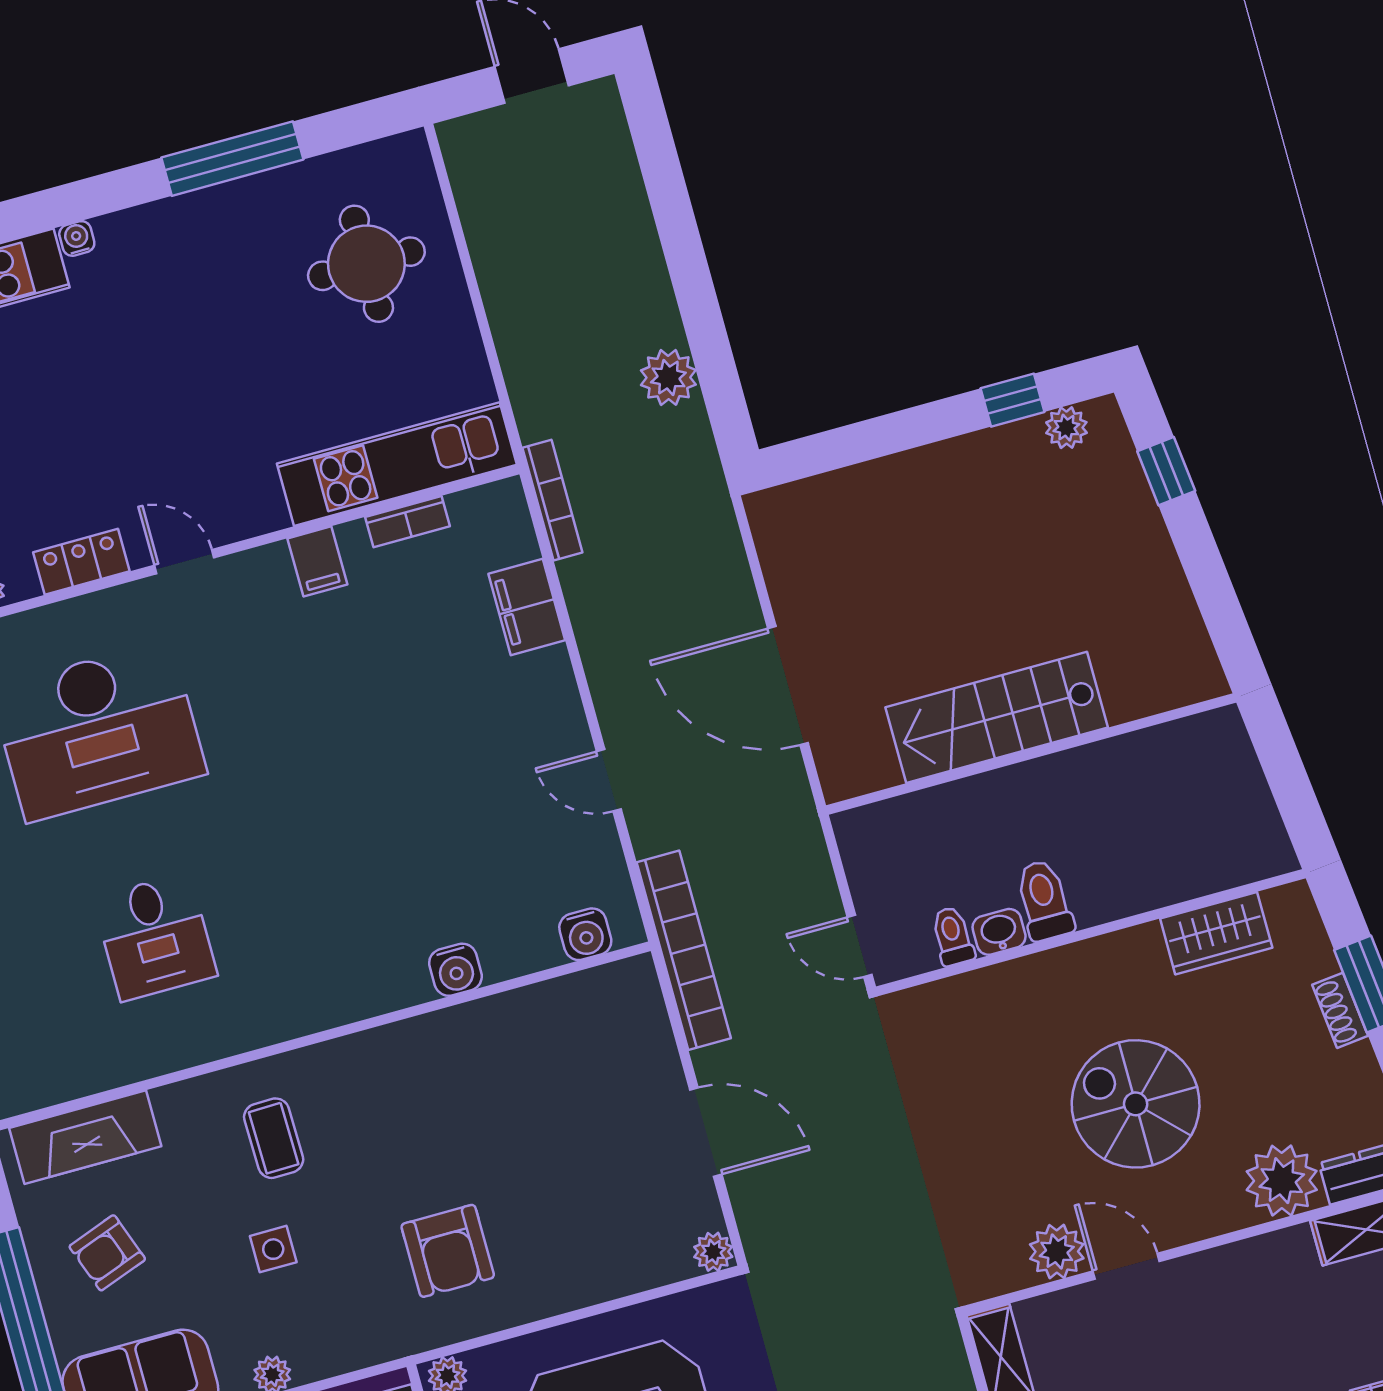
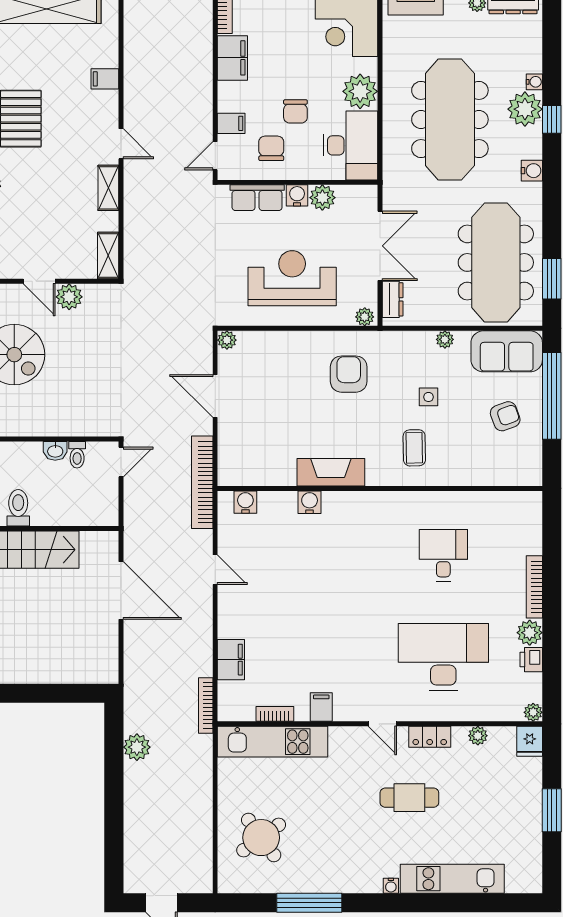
round table: (366, 264) -> (261, 838), turned -36
cafe table: (88, 427) -> (409, 798), added
toilet: (1044, 900) -> (18, 508), moved, turned 180
door: (860, 946) -> (121, 462), hinge flipped
fireplace: (85, 1137) -> (331, 472), moved

